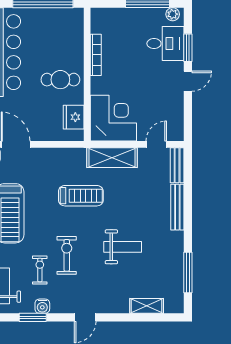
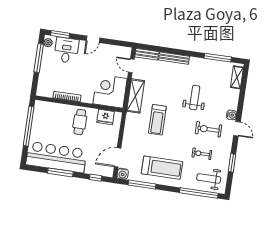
window: (188, 48) -> (60, 34), moved
door: (188, 81) -> (93, 39), swing flipped
treadmill: (81, 196) -> (157, 120), turned 180
exercise bike: (67, 255) -> (208, 129), moved
water cooler: (42, 306) -> (232, 115), moved
shelving: (147, 306) -> (237, 77), moved

